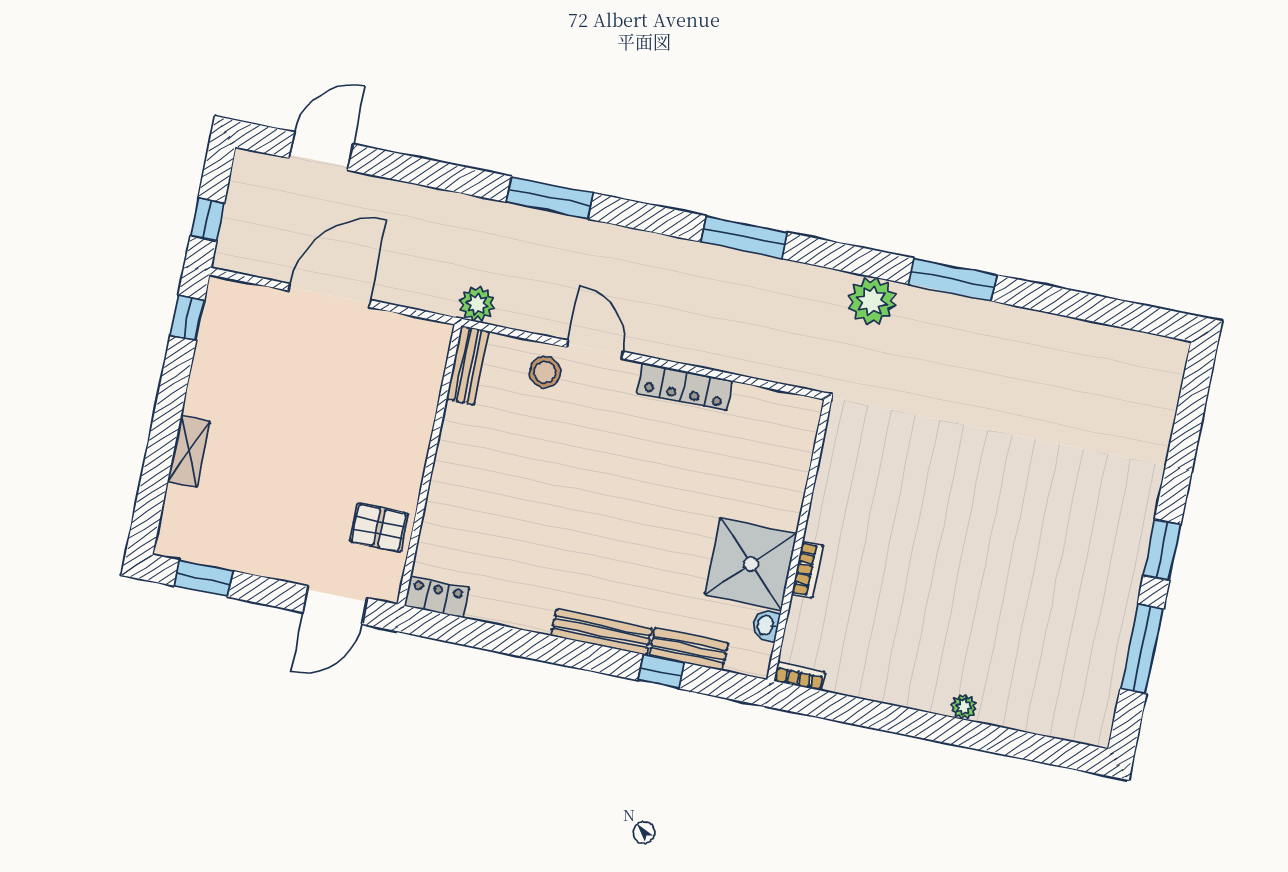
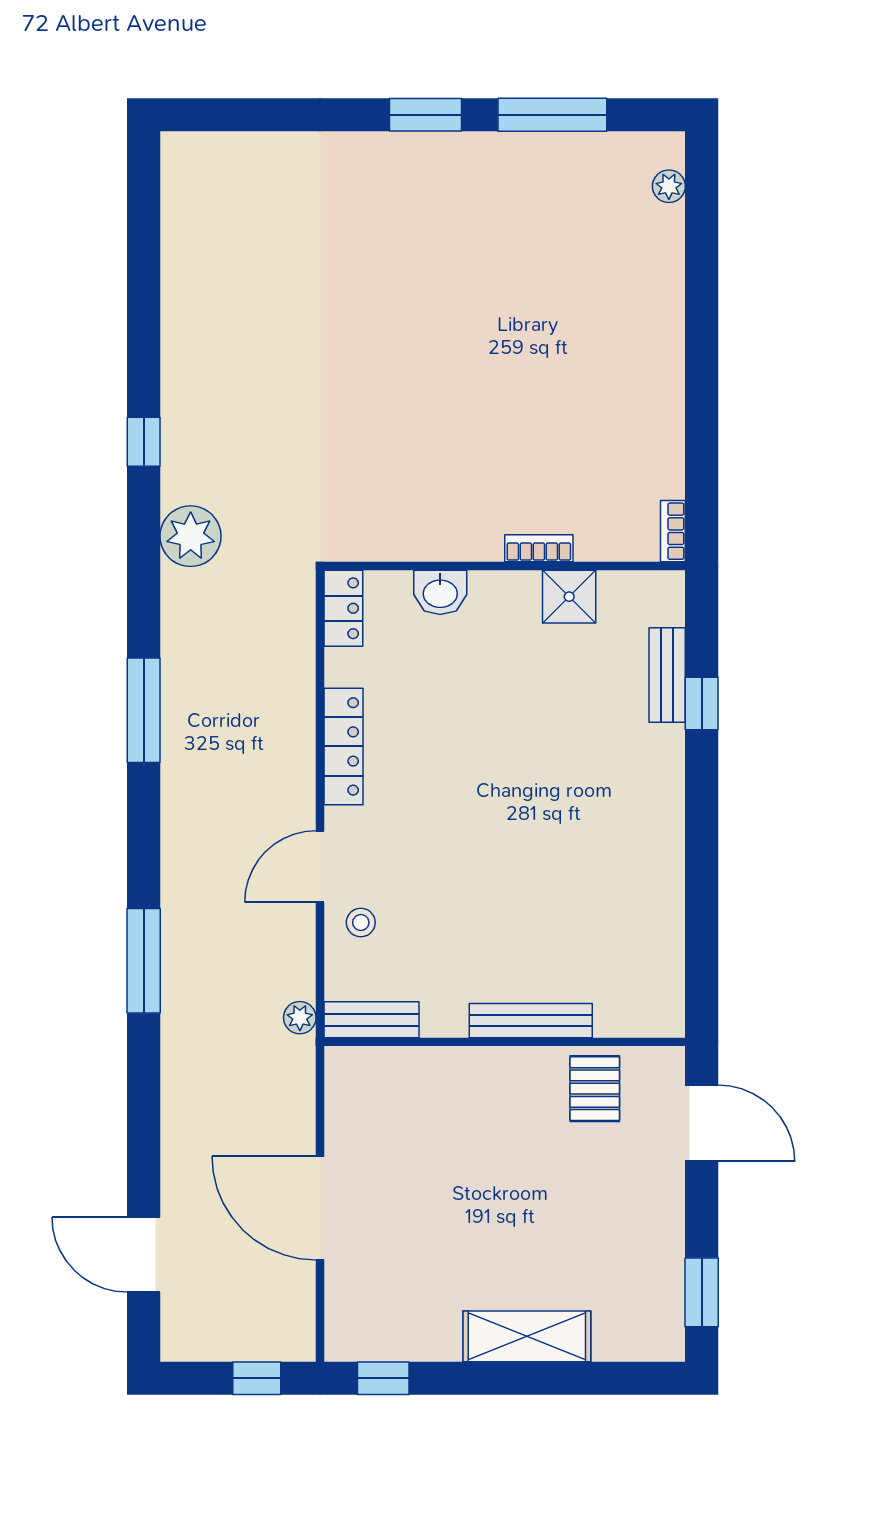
window: (953, 280) -> (144, 442), width x0.46
plant: (477, 304) -> (300, 1018), width x0.73, depth x0.73
stool: (545, 372) -> (361, 922), width x0.73, depth x0.73
shelving: (189, 451) -> (527, 1336), width x1.50, depth x1.33
shower: (751, 564) -> (569, 597), width x0.54, depth x0.54
locker: (437, 597) -> (343, 608), moved, turned 180
washbasin: (766, 625) -> (440, 592), moved, width x1.38, depth x1.45
bench: (601, 632) -> (531, 1021), moved, turned 90
plant: (964, 707) -> (669, 186), moved

